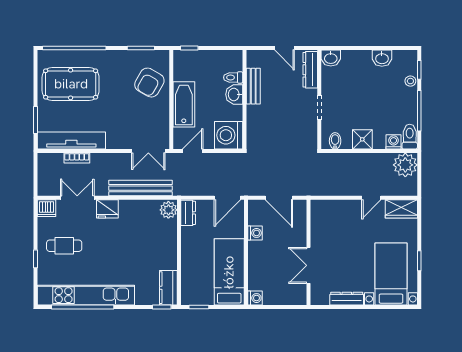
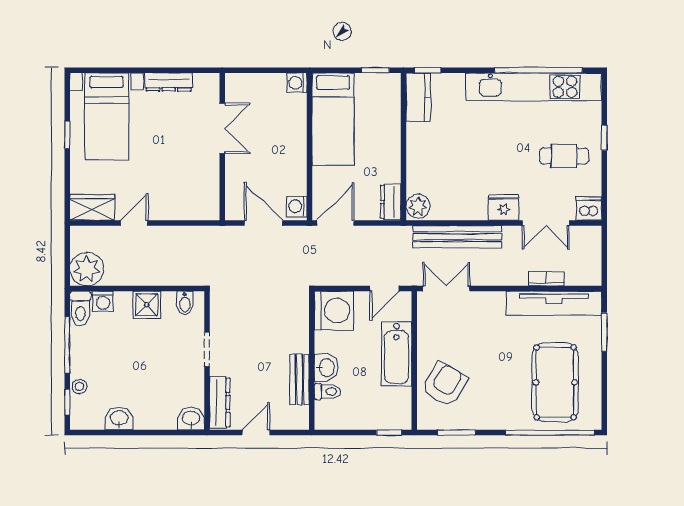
door: (284, 48) -> (256, 433), hinge flipped
pool table: (71, 84) -> (555, 382), turned 90
washing machine: (255, 233) -> (297, 206), moved

